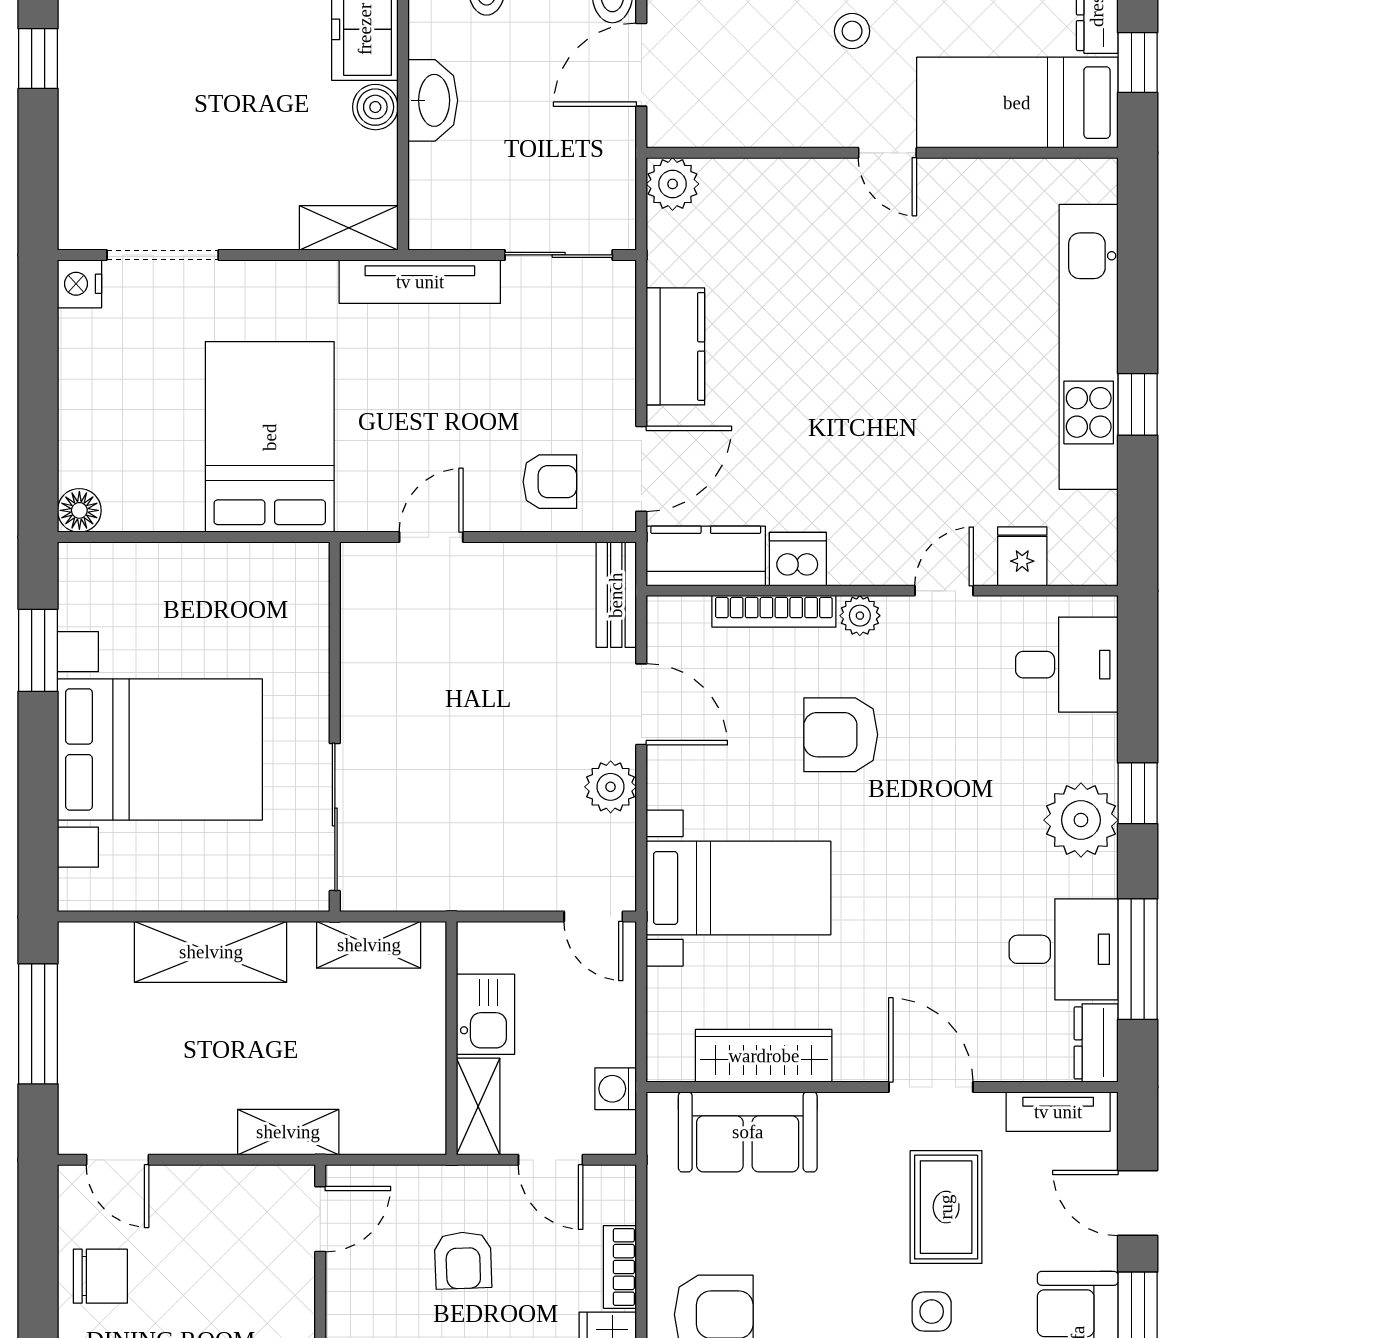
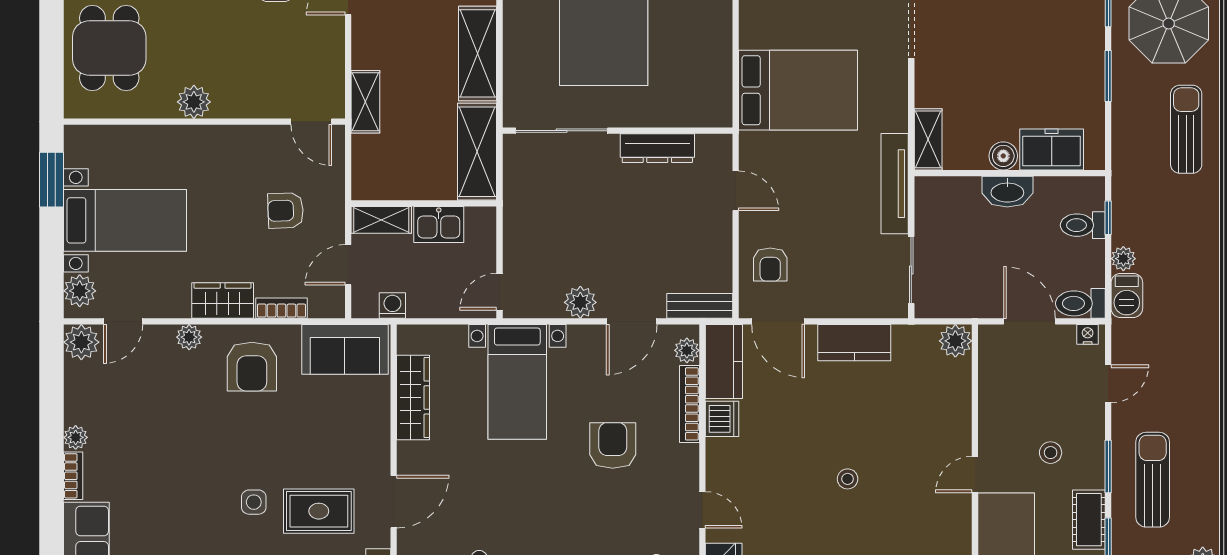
stool: (894, 357) -> (848, 479), added
plant: (860, 616) -> (687, 350), moved
dresser: (363, 663) -> (657, 148), added
shelving: (369, 945) -> (477, 152), width x1.50, depth x1.33
sofa: (748, 1132) -> (345, 349), moved, turned -90

